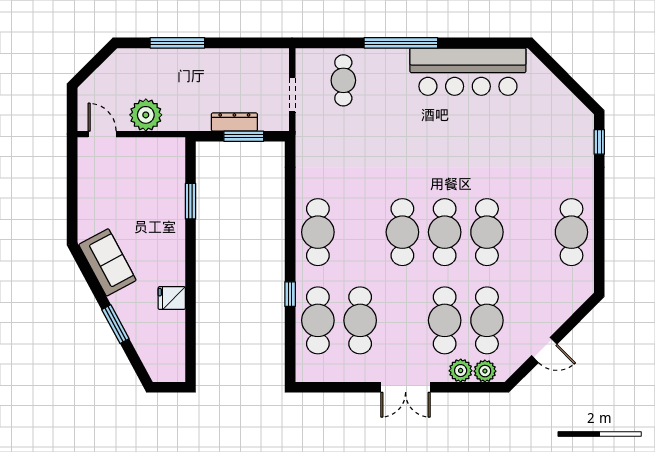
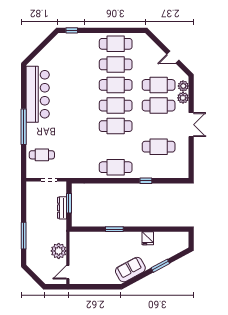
window: (190, 201) -> (114, 229), moved
cafe table: (318, 320) -> (116, 64), moved
door: (544, 350) -> (173, 57), swing flipped

